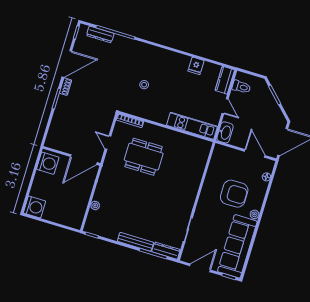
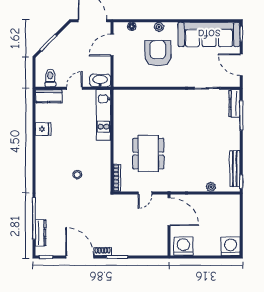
plant: (254, 214) -> (159, 27), moved
bench: (135, 242) -> (235, 169), moved

